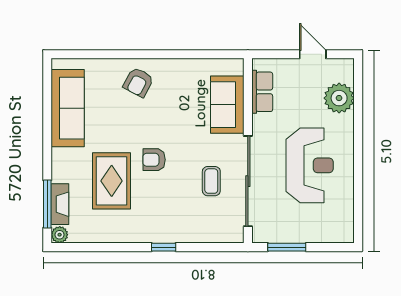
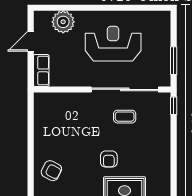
row of seats: (262, 92) -> (41, 70), moved, turned 90
sofa: (227, 105) -> (68, 105), removed
window: (164, 247) -> (174, 106), moved

